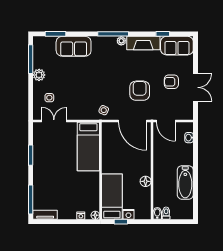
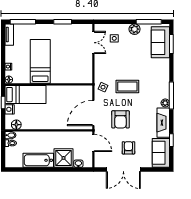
sofa: (74, 46) -> (160, 42), moved
coffee table: (103, 83) -> (127, 86), added
double door: (196, 87) -> (123, 169), width x1.37
armchair: (140, 91) -> (120, 119), turned 90
door: (166, 121) -> (93, 143), swing flipped
bed: (88, 146) -> (40, 61), moved, turned 90
shower: (183, 154) -> (64, 158), added
floor lamp: (146, 181) -> (16, 125), moved

